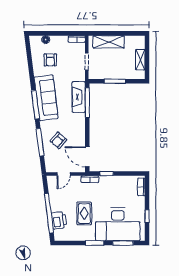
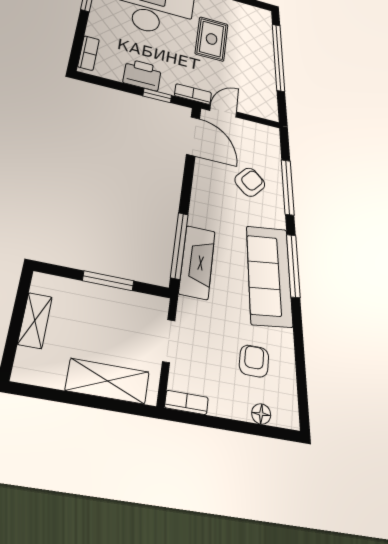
door: (64, 174) -> (223, 111), moved
printer: (59, 220) -> (142, 75), moved, turned 97

